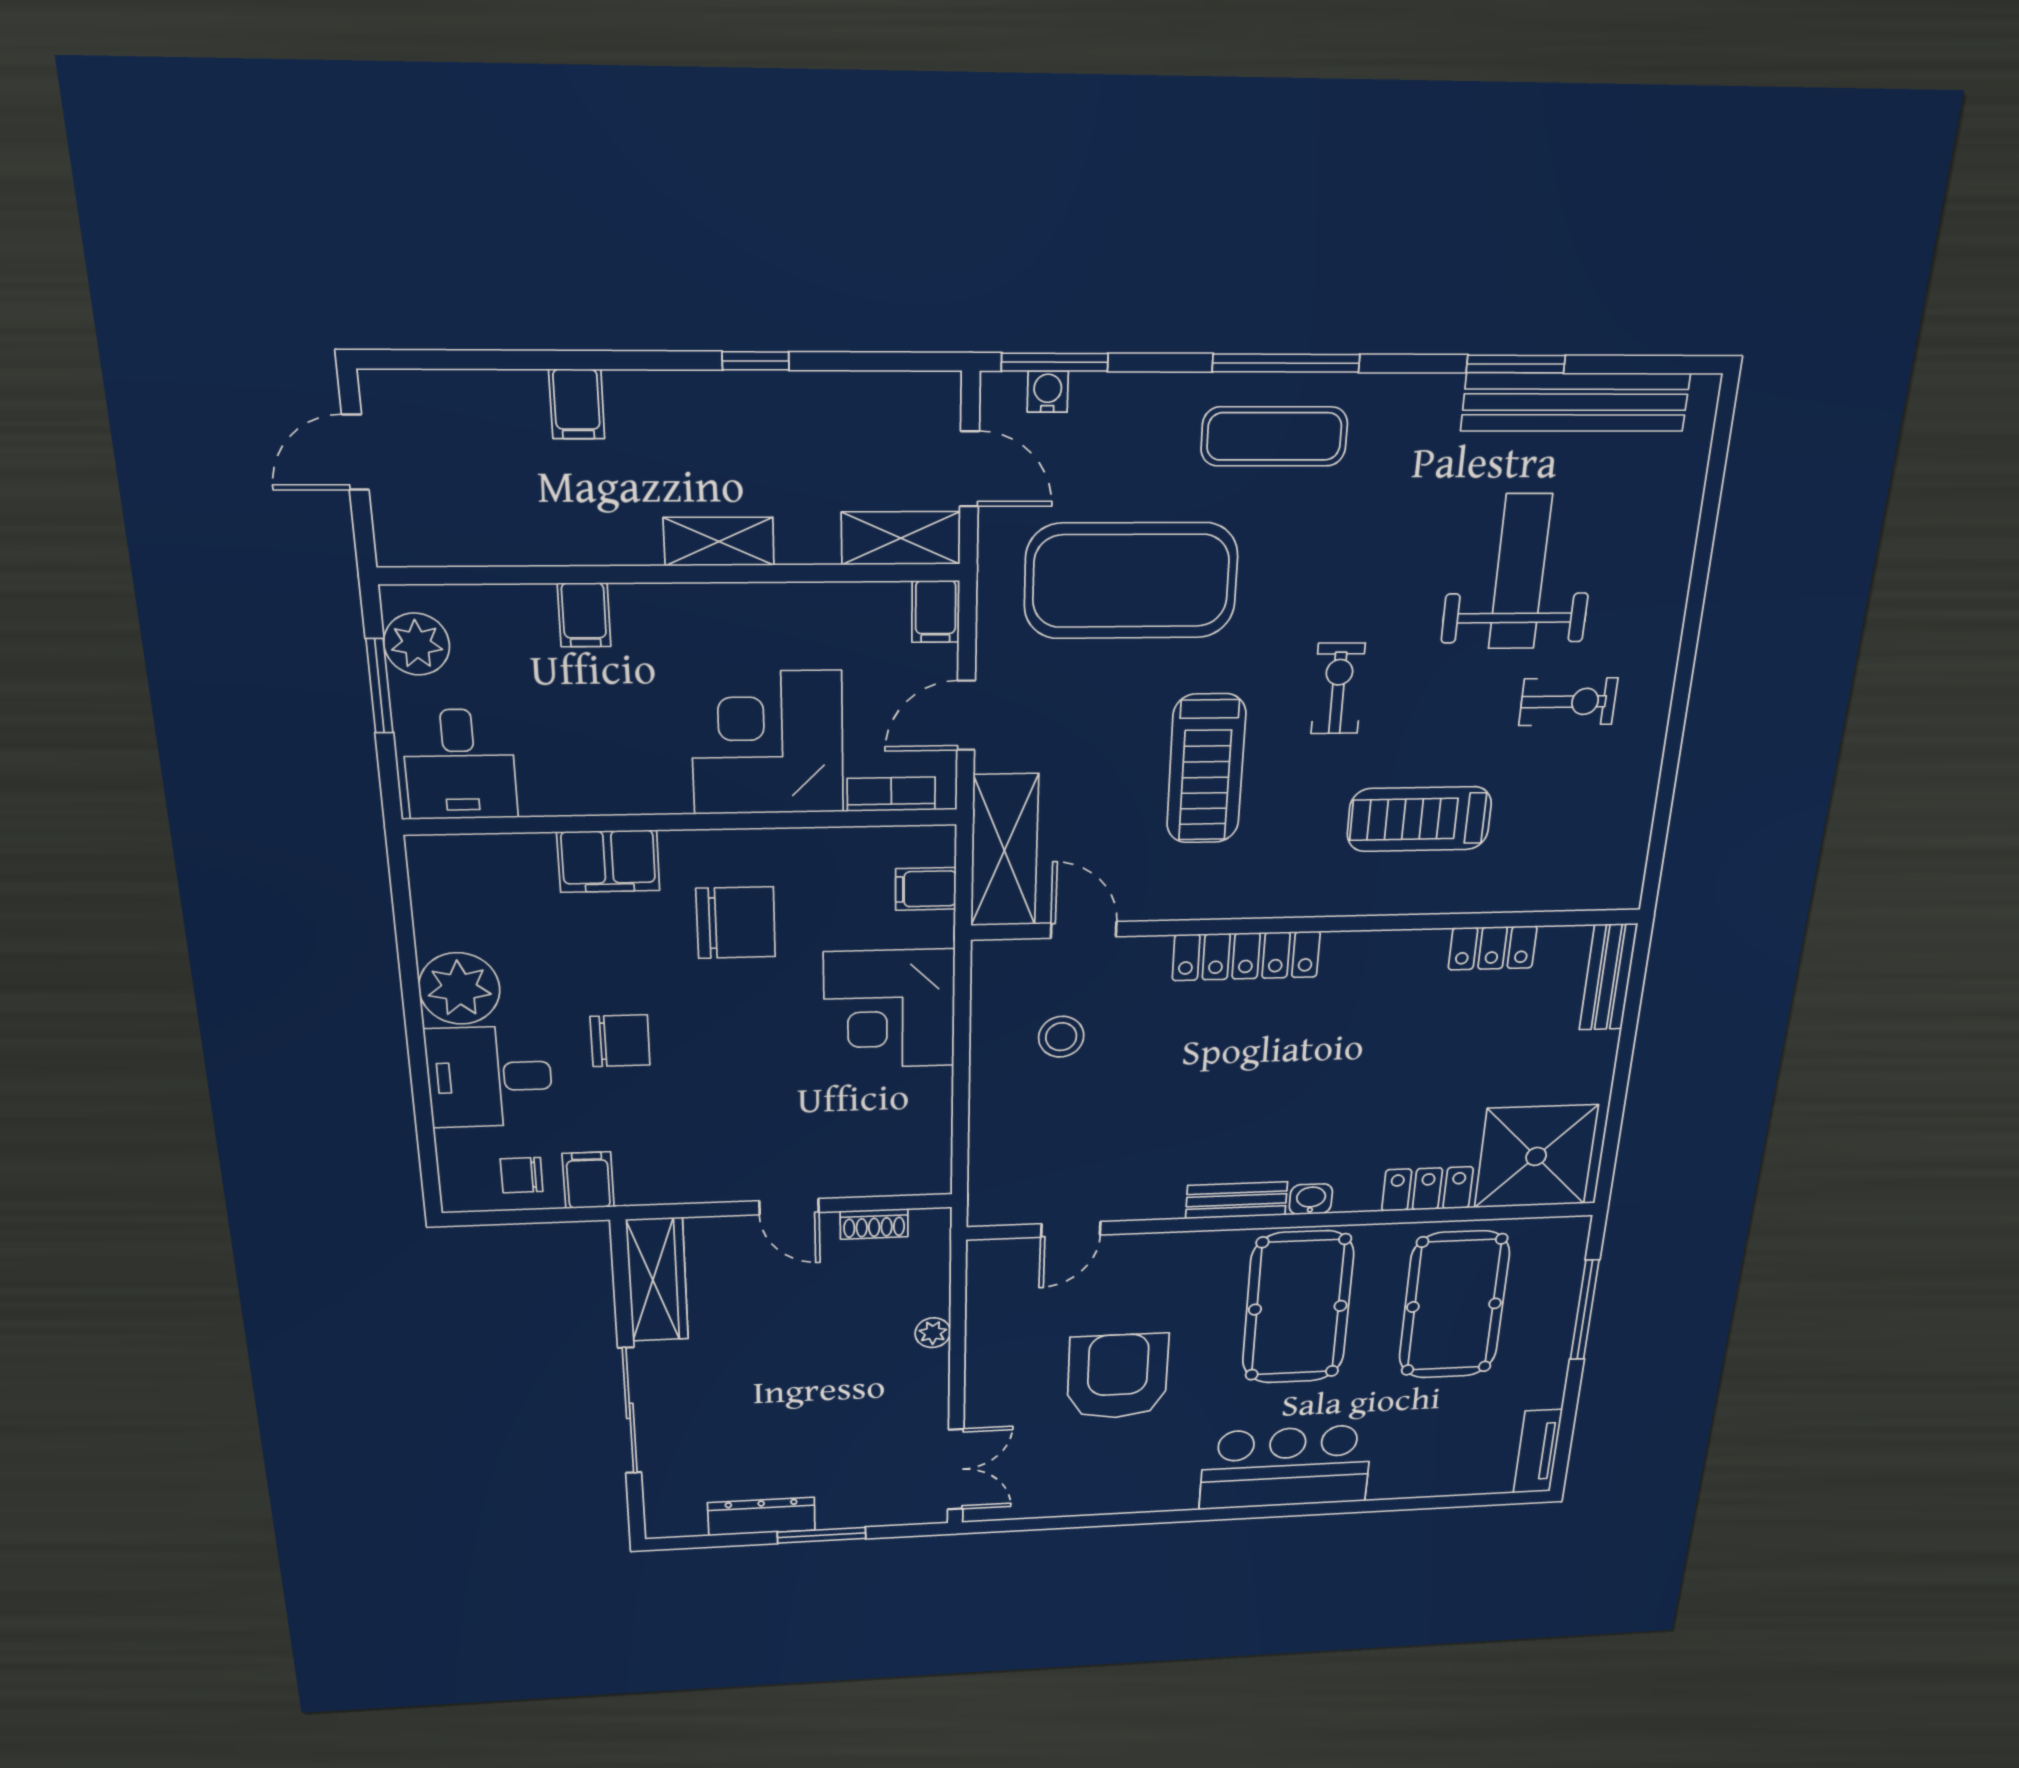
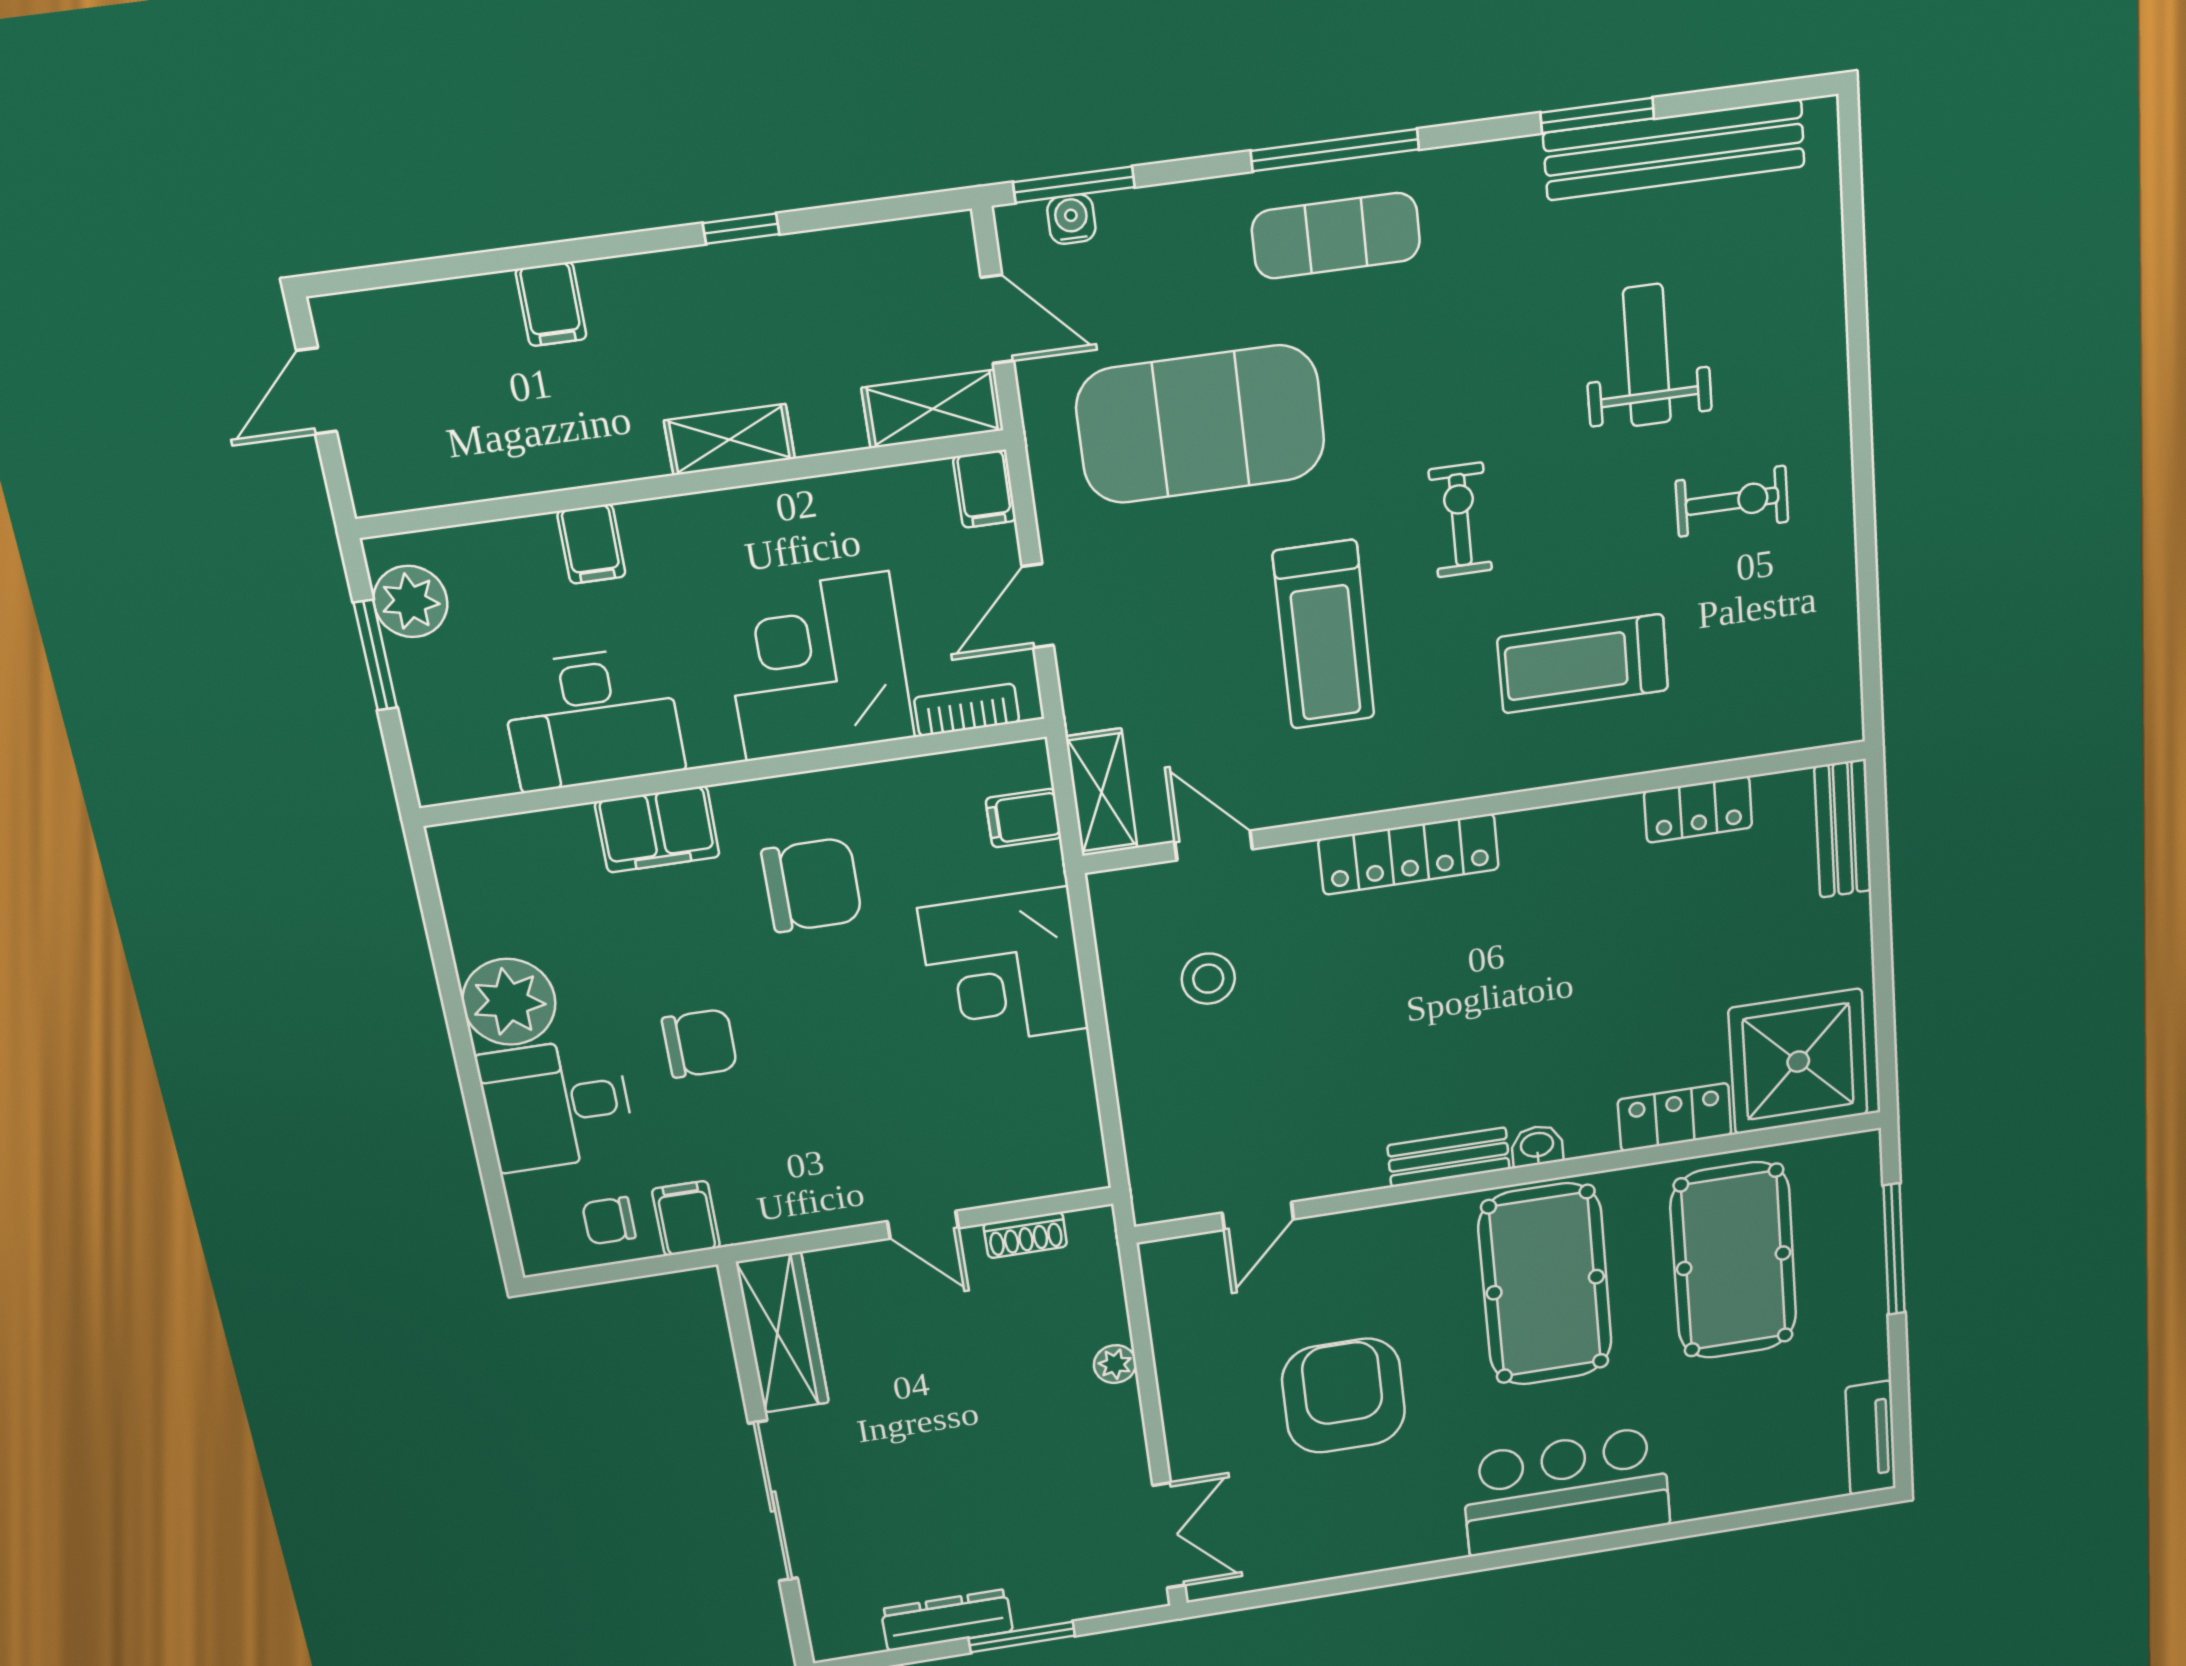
weight bench: (1520, 572) -> (1647, 355), width x0.73, depth x0.75
desk: (460, 764) -> (592, 719), moved, width x1.37
shelving: (1004, 850) -> (1102, 792), width x0.67, depth x0.75

